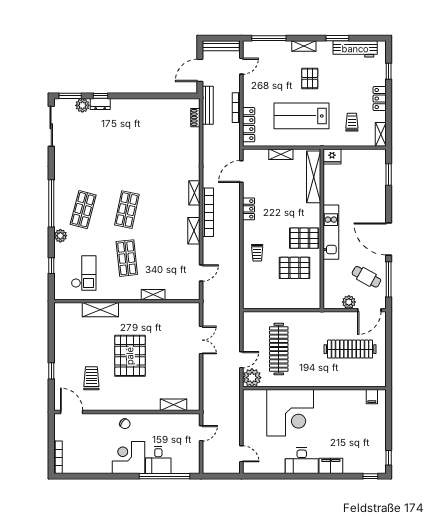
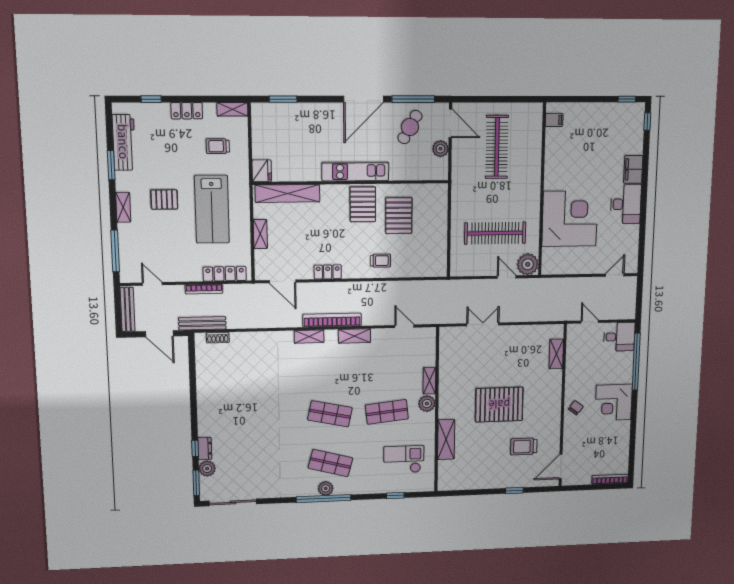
plant: (60, 236) -> (326, 488), moved
plant: (133, 293) -> (427, 404), added
desk: (158, 460) -> (619, 337), moved

